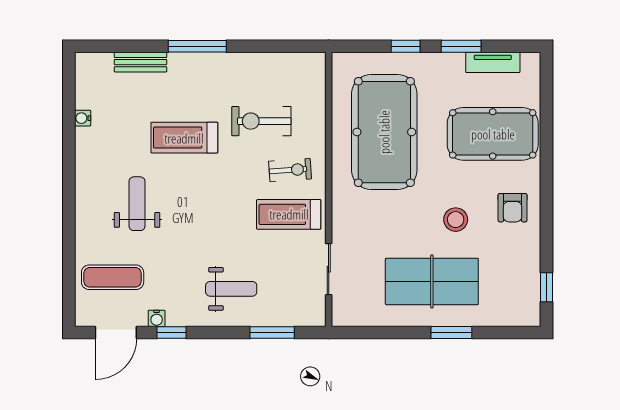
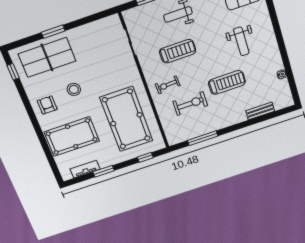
window: (197, 46) -> (203, 138), moved
window: (406, 46) -> (145, 157), moved
treadmill: (289, 214) -> (178, 51), moved
table tennis table: (432, 281) -> (47, 57), moved

